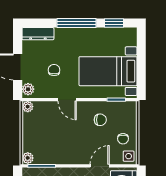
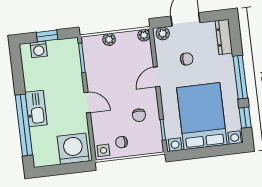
bed with nightstands: (108, 71) -> (202, 116), width x1.36
plant: (28, 158) -> (109, 39), moved
door: (100, 166) -> (87, 102), moved

